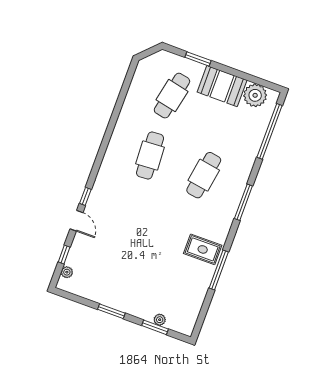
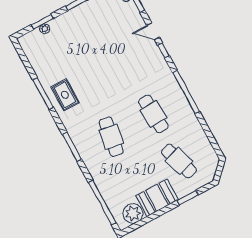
cafe table: (172, 96) -> (179, 161), turned -30
window: (105, 144) -> (186, 92), added
rug: (203, 249) -> (65, 95), turned 90

